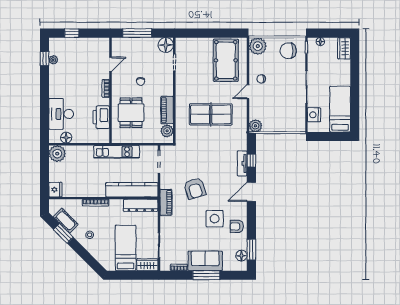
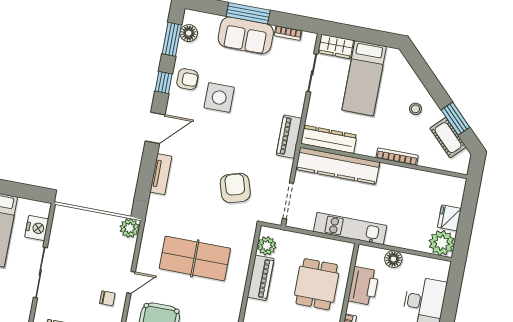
floor lamp: (66, 138) -> (393, 259), moved
window: (251, 161) -> (164, 83), moved
armchair: (195, 188) -> (235, 188), moved
fridge: (55, 190) -> (449, 218), moved

